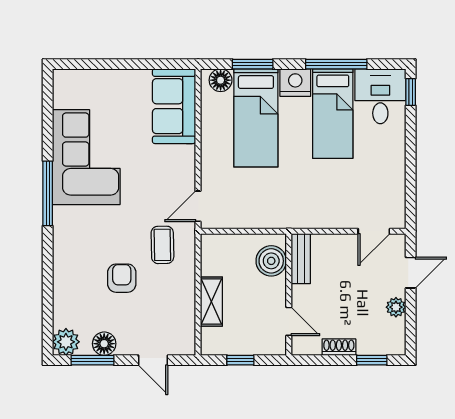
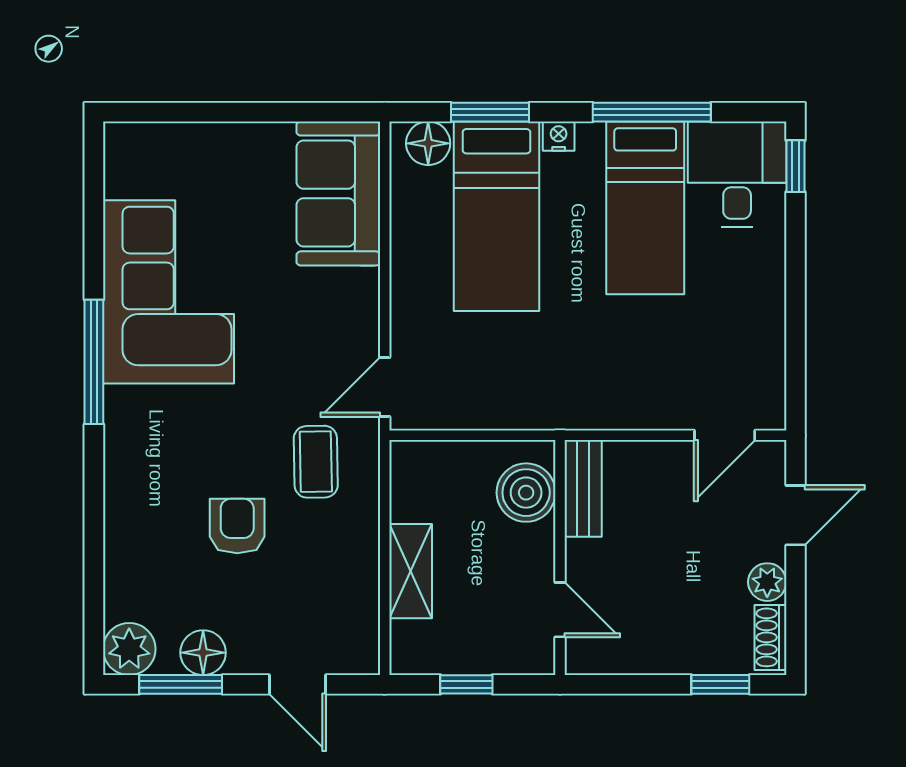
nightstand: (295, 83) -> (559, 136), width x0.53, depth x0.56
shoe rack: (339, 347) -> (770, 637), moved, turned -90

